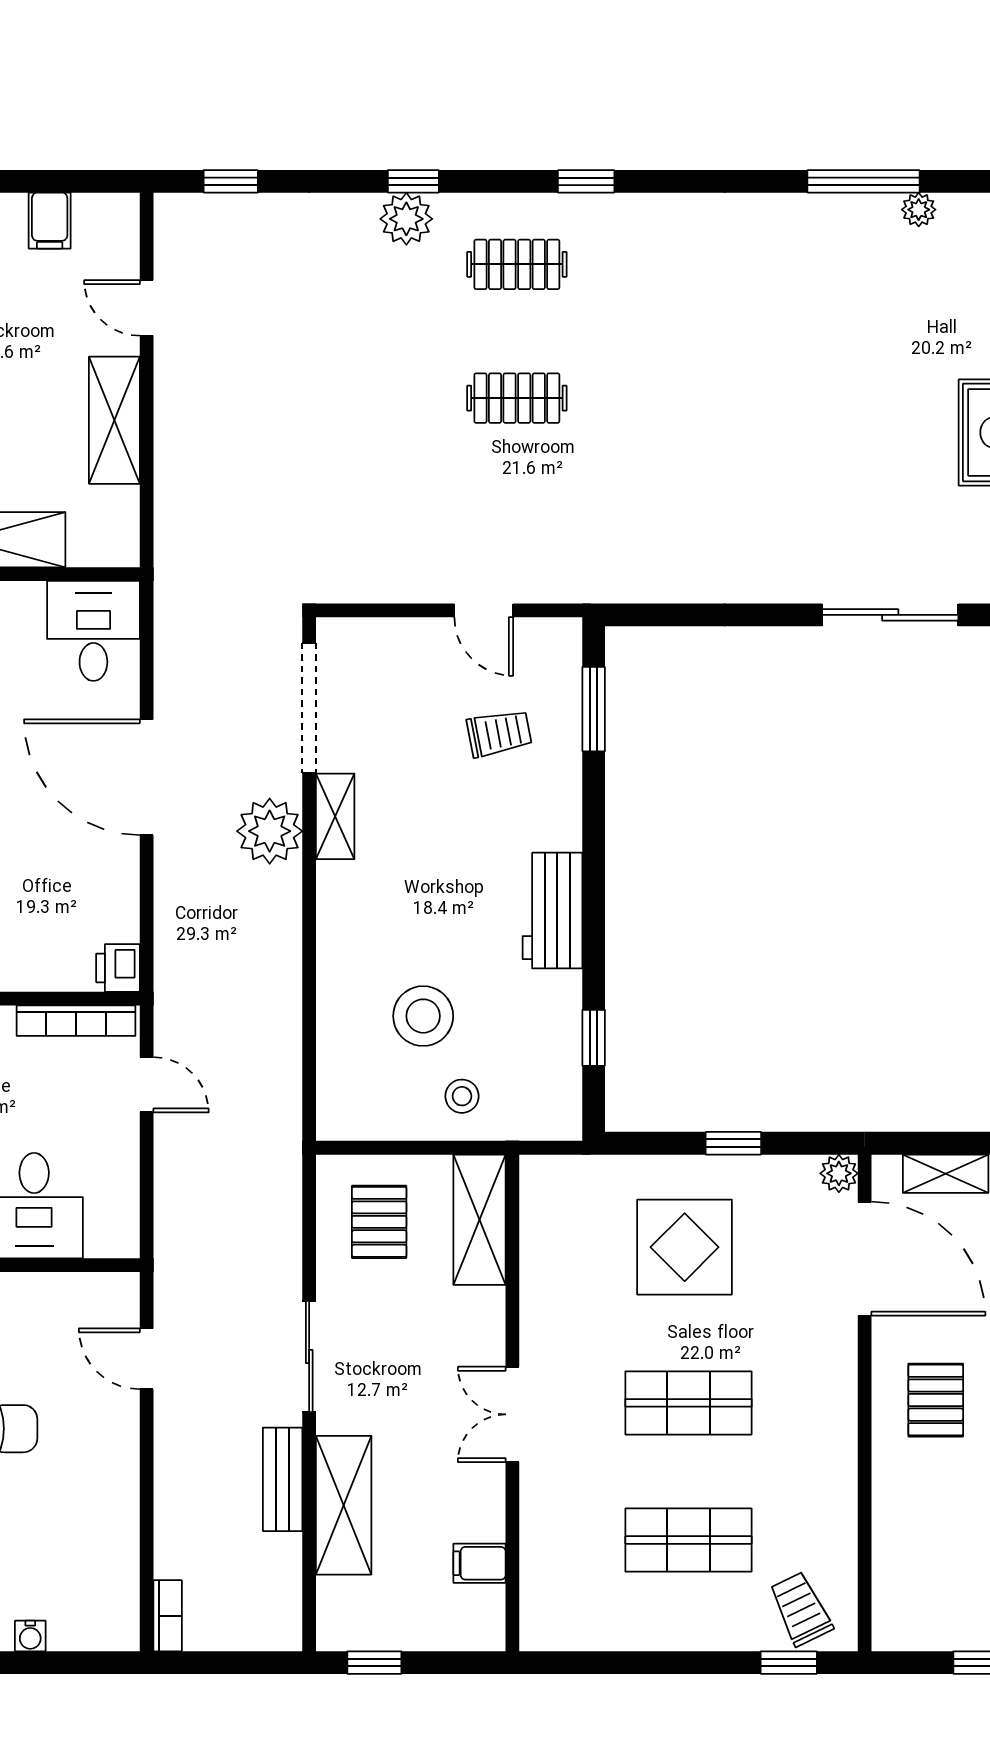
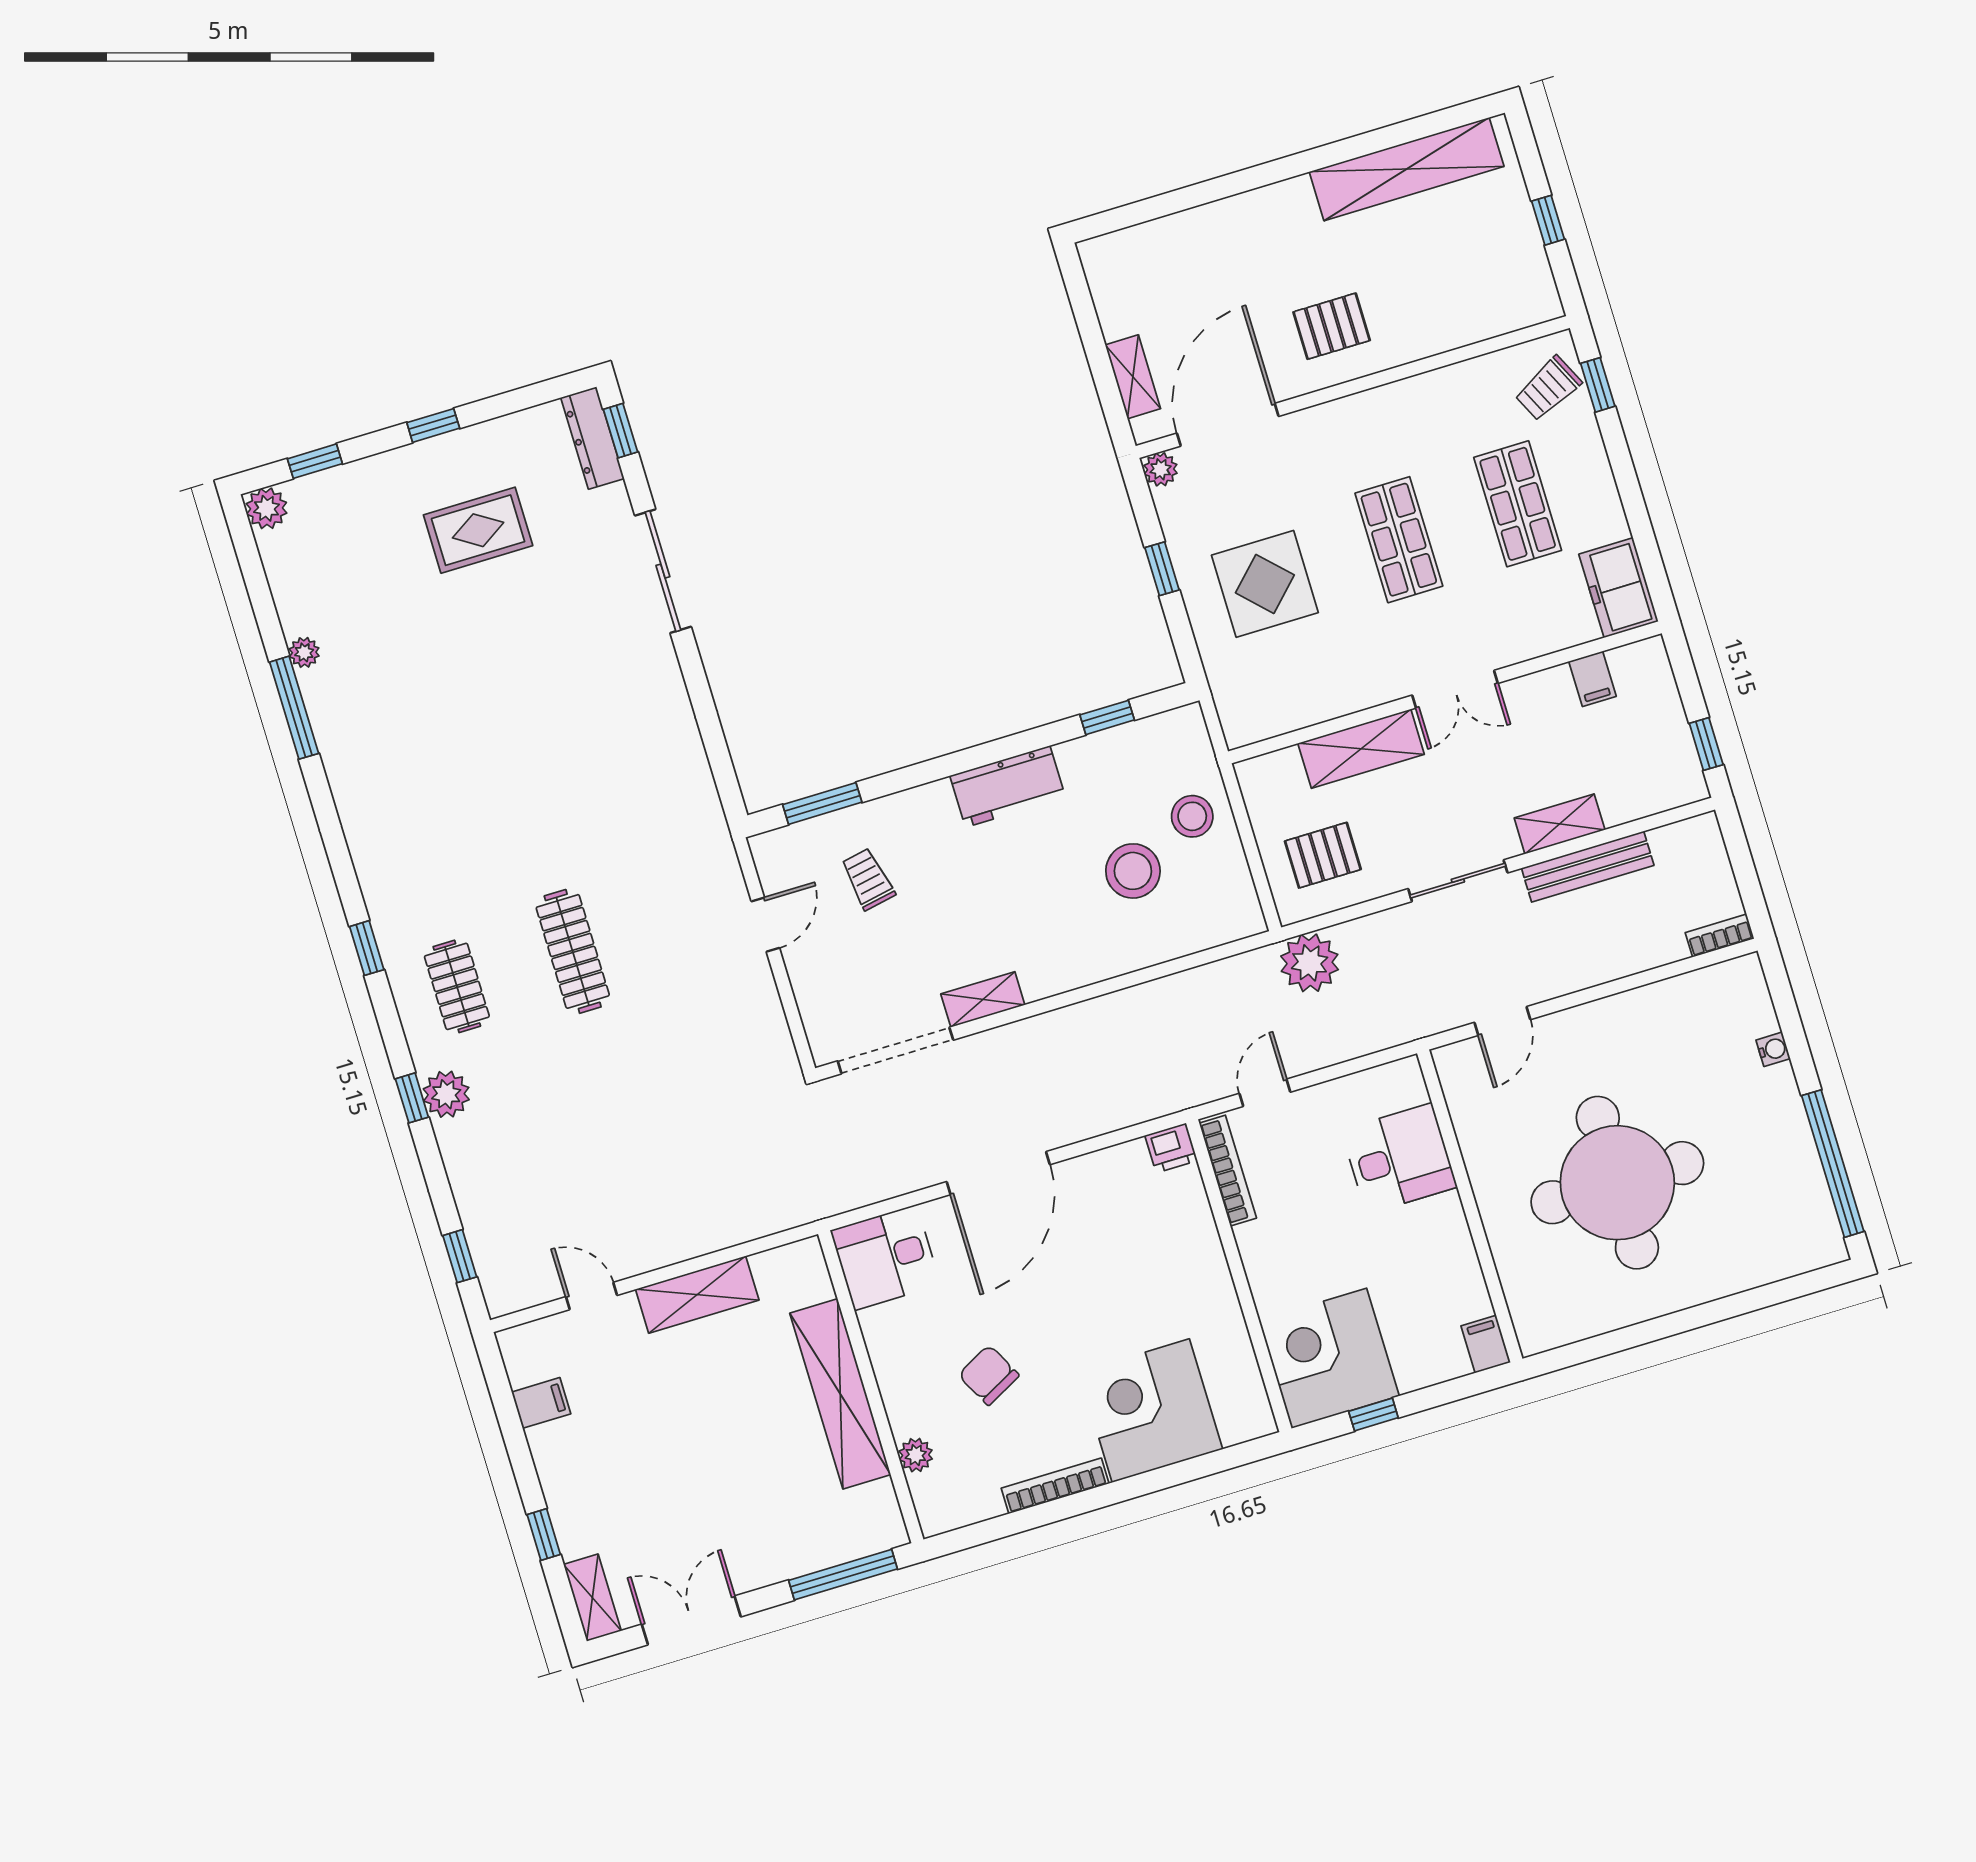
door: (147, 308) -> (591, 1296), swing flipped
clothes rail: (517, 398) -> (573, 951), width x1.36
plant: (270, 831) -> (1310, 963), moved
stool: (462, 1096) -> (1192, 816), width x1.37, depth x1.37
shelving: (480, 1220) -> (1361, 749), moved
bench: (283, 1479) -> (1588, 867), width x1.36
shelving: (344, 1505) -> (1560, 824), width x0.67, depth x0.75
freezer: (567, 1620) -> (1619, 588), added

